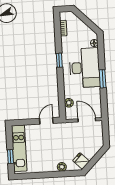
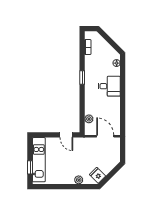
desk: (85, 68) -> (109, 86), width x0.53, depth x0.77
window: (103, 79) -> (123, 98), removed
door: (46, 121) -> (66, 135), swing flipped

